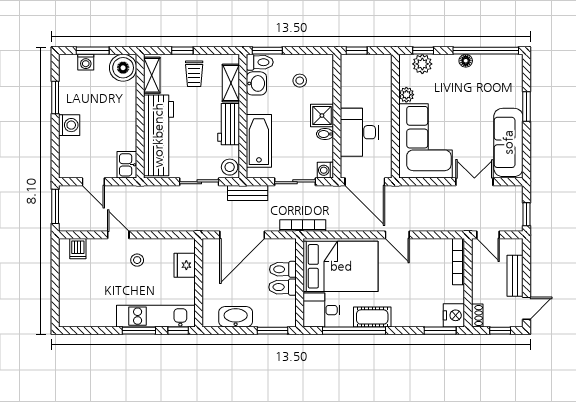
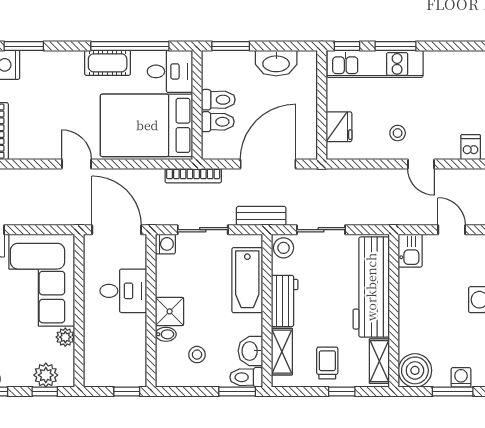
desk: (359, 132) -> (123, 291), width x0.73
bidet: (325, 134) -> (166, 334), moved

